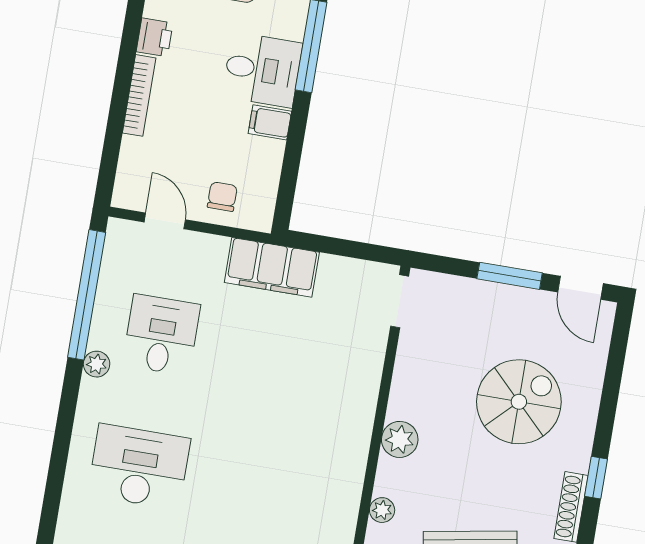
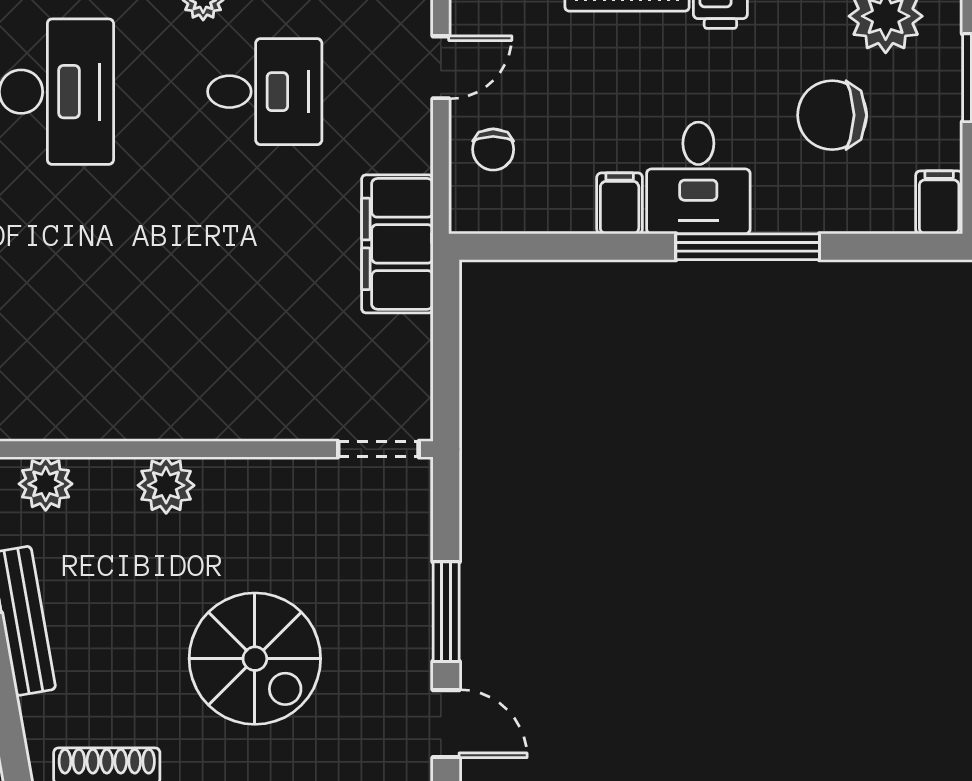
chair: (222, 197) -> (493, 149), turned 90
door: (580, 288) -> (446, 724), swing flipped
plant: (382, 510) -> (46, 484), width x1.38, depth x1.38

